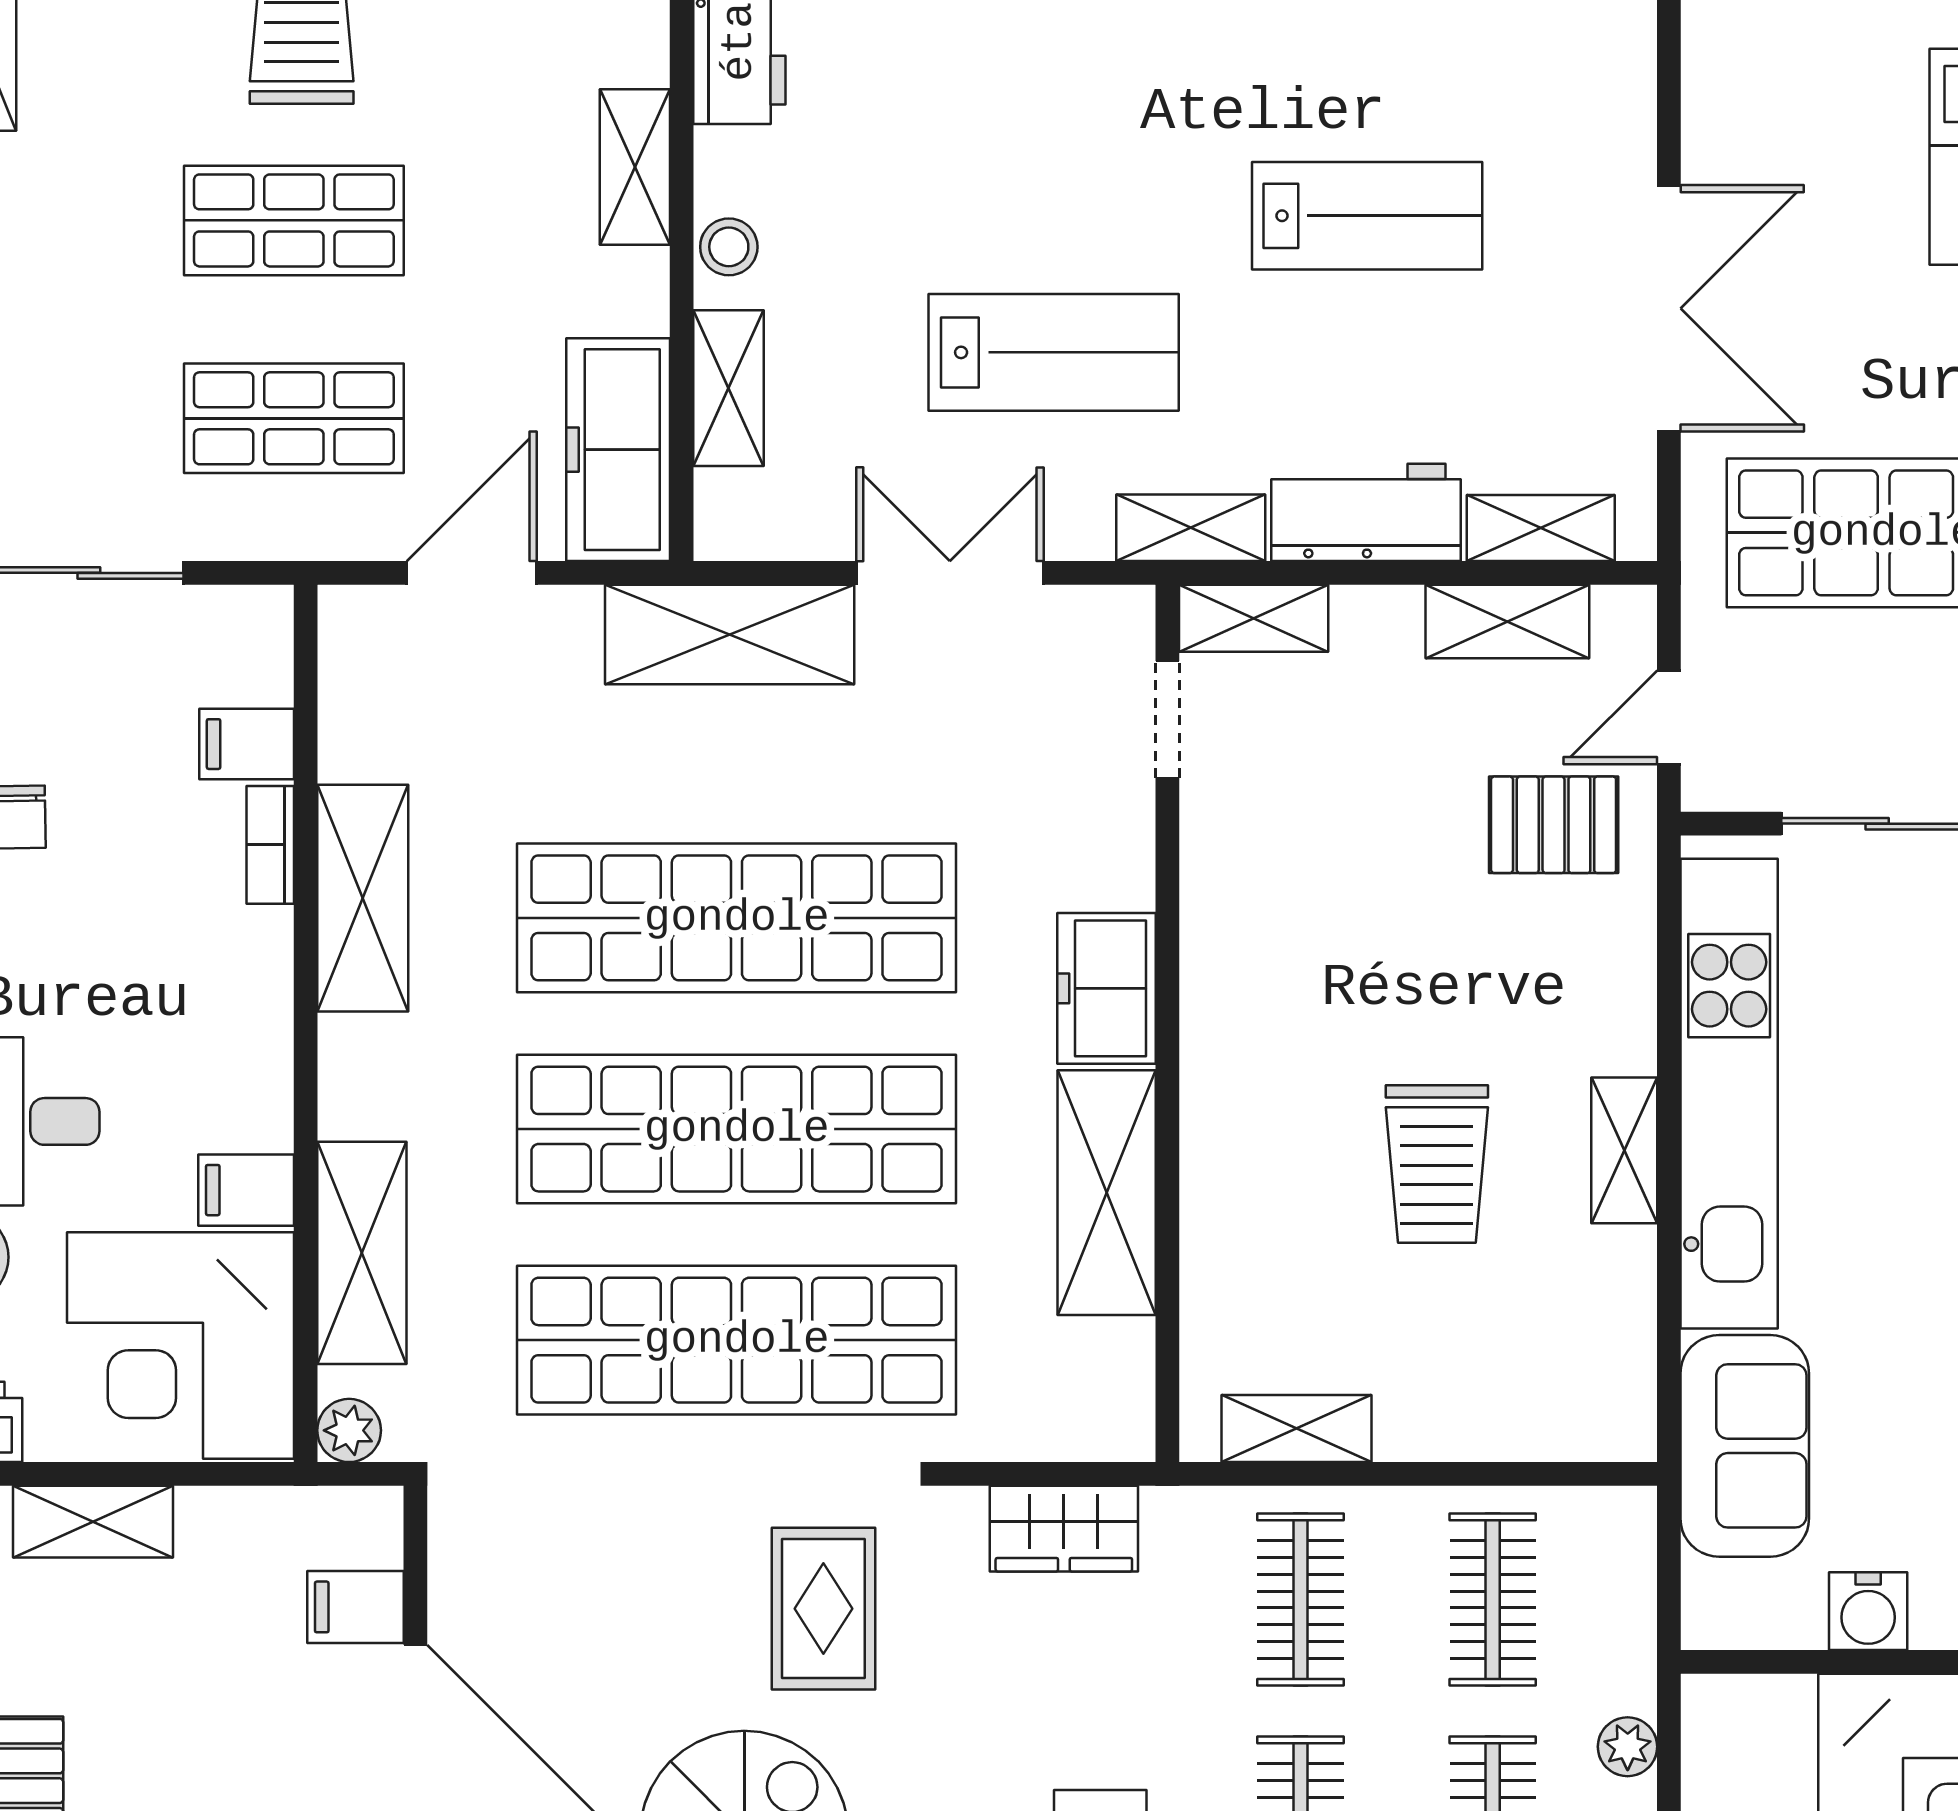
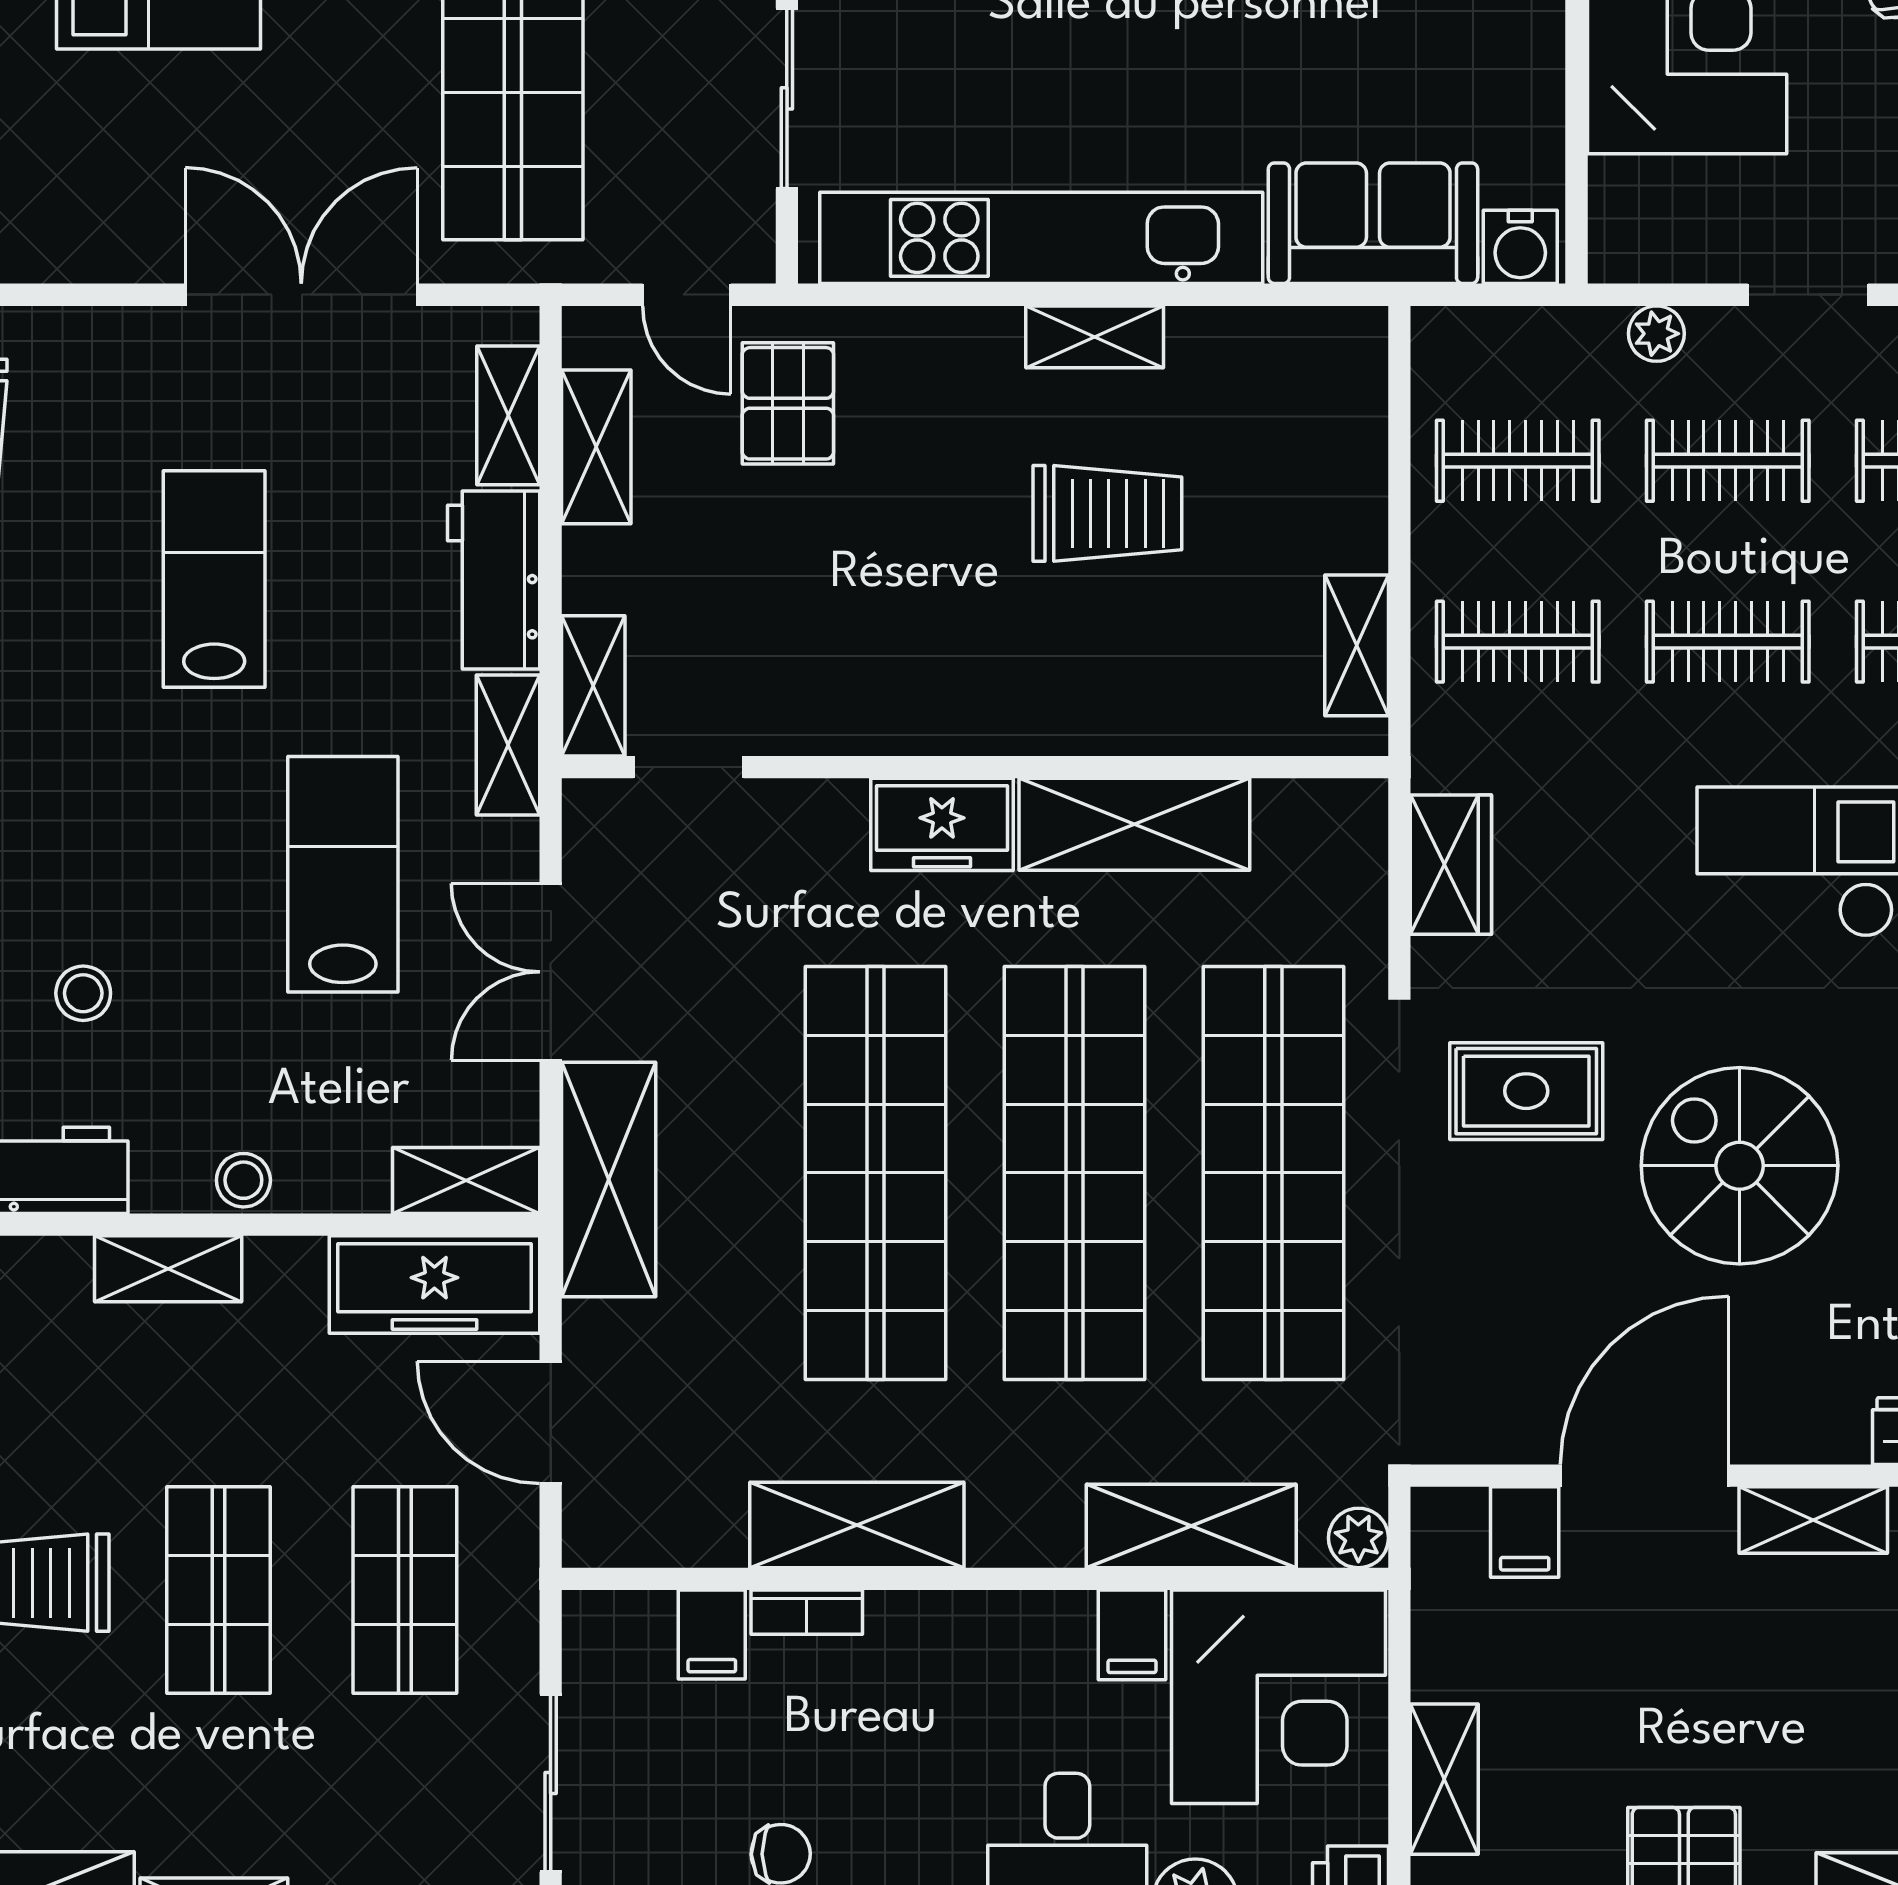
stool: (927, 77) -> (83, 993), added
shelving: (729, 388) -> (466, 1181), moved
water cooler: (1868, 1611) -> (1520, 247), moved, turned 90

